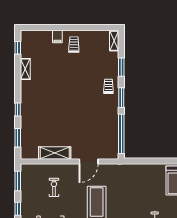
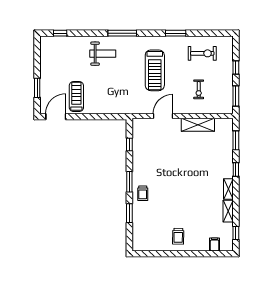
filing cabinet: (57, 37) -> (215, 244), moved
shelving: (114, 41) -> (228, 189), moved
window: (121, 134) -> (129, 144), width x0.32

